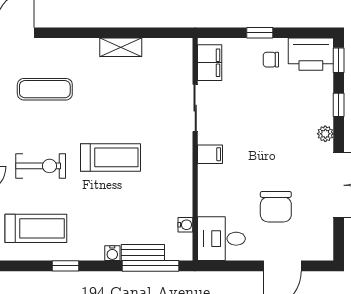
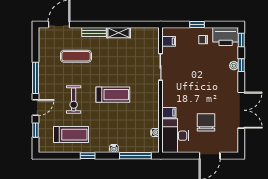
filing cabinet: (210, 63) -> (169, 41), width x0.50
plant: (325, 134) -> (234, 66), moved
filing cabinet: (210, 154) -> (169, 113), moved
exercise bike: (41, 166) -> (74, 99), turned 90
chair: (276, 207) -> (206, 122), turned 180
desk: (221, 239) -> (175, 136), width x1.37
bench: (143, 253) -> (94, 32), moved

